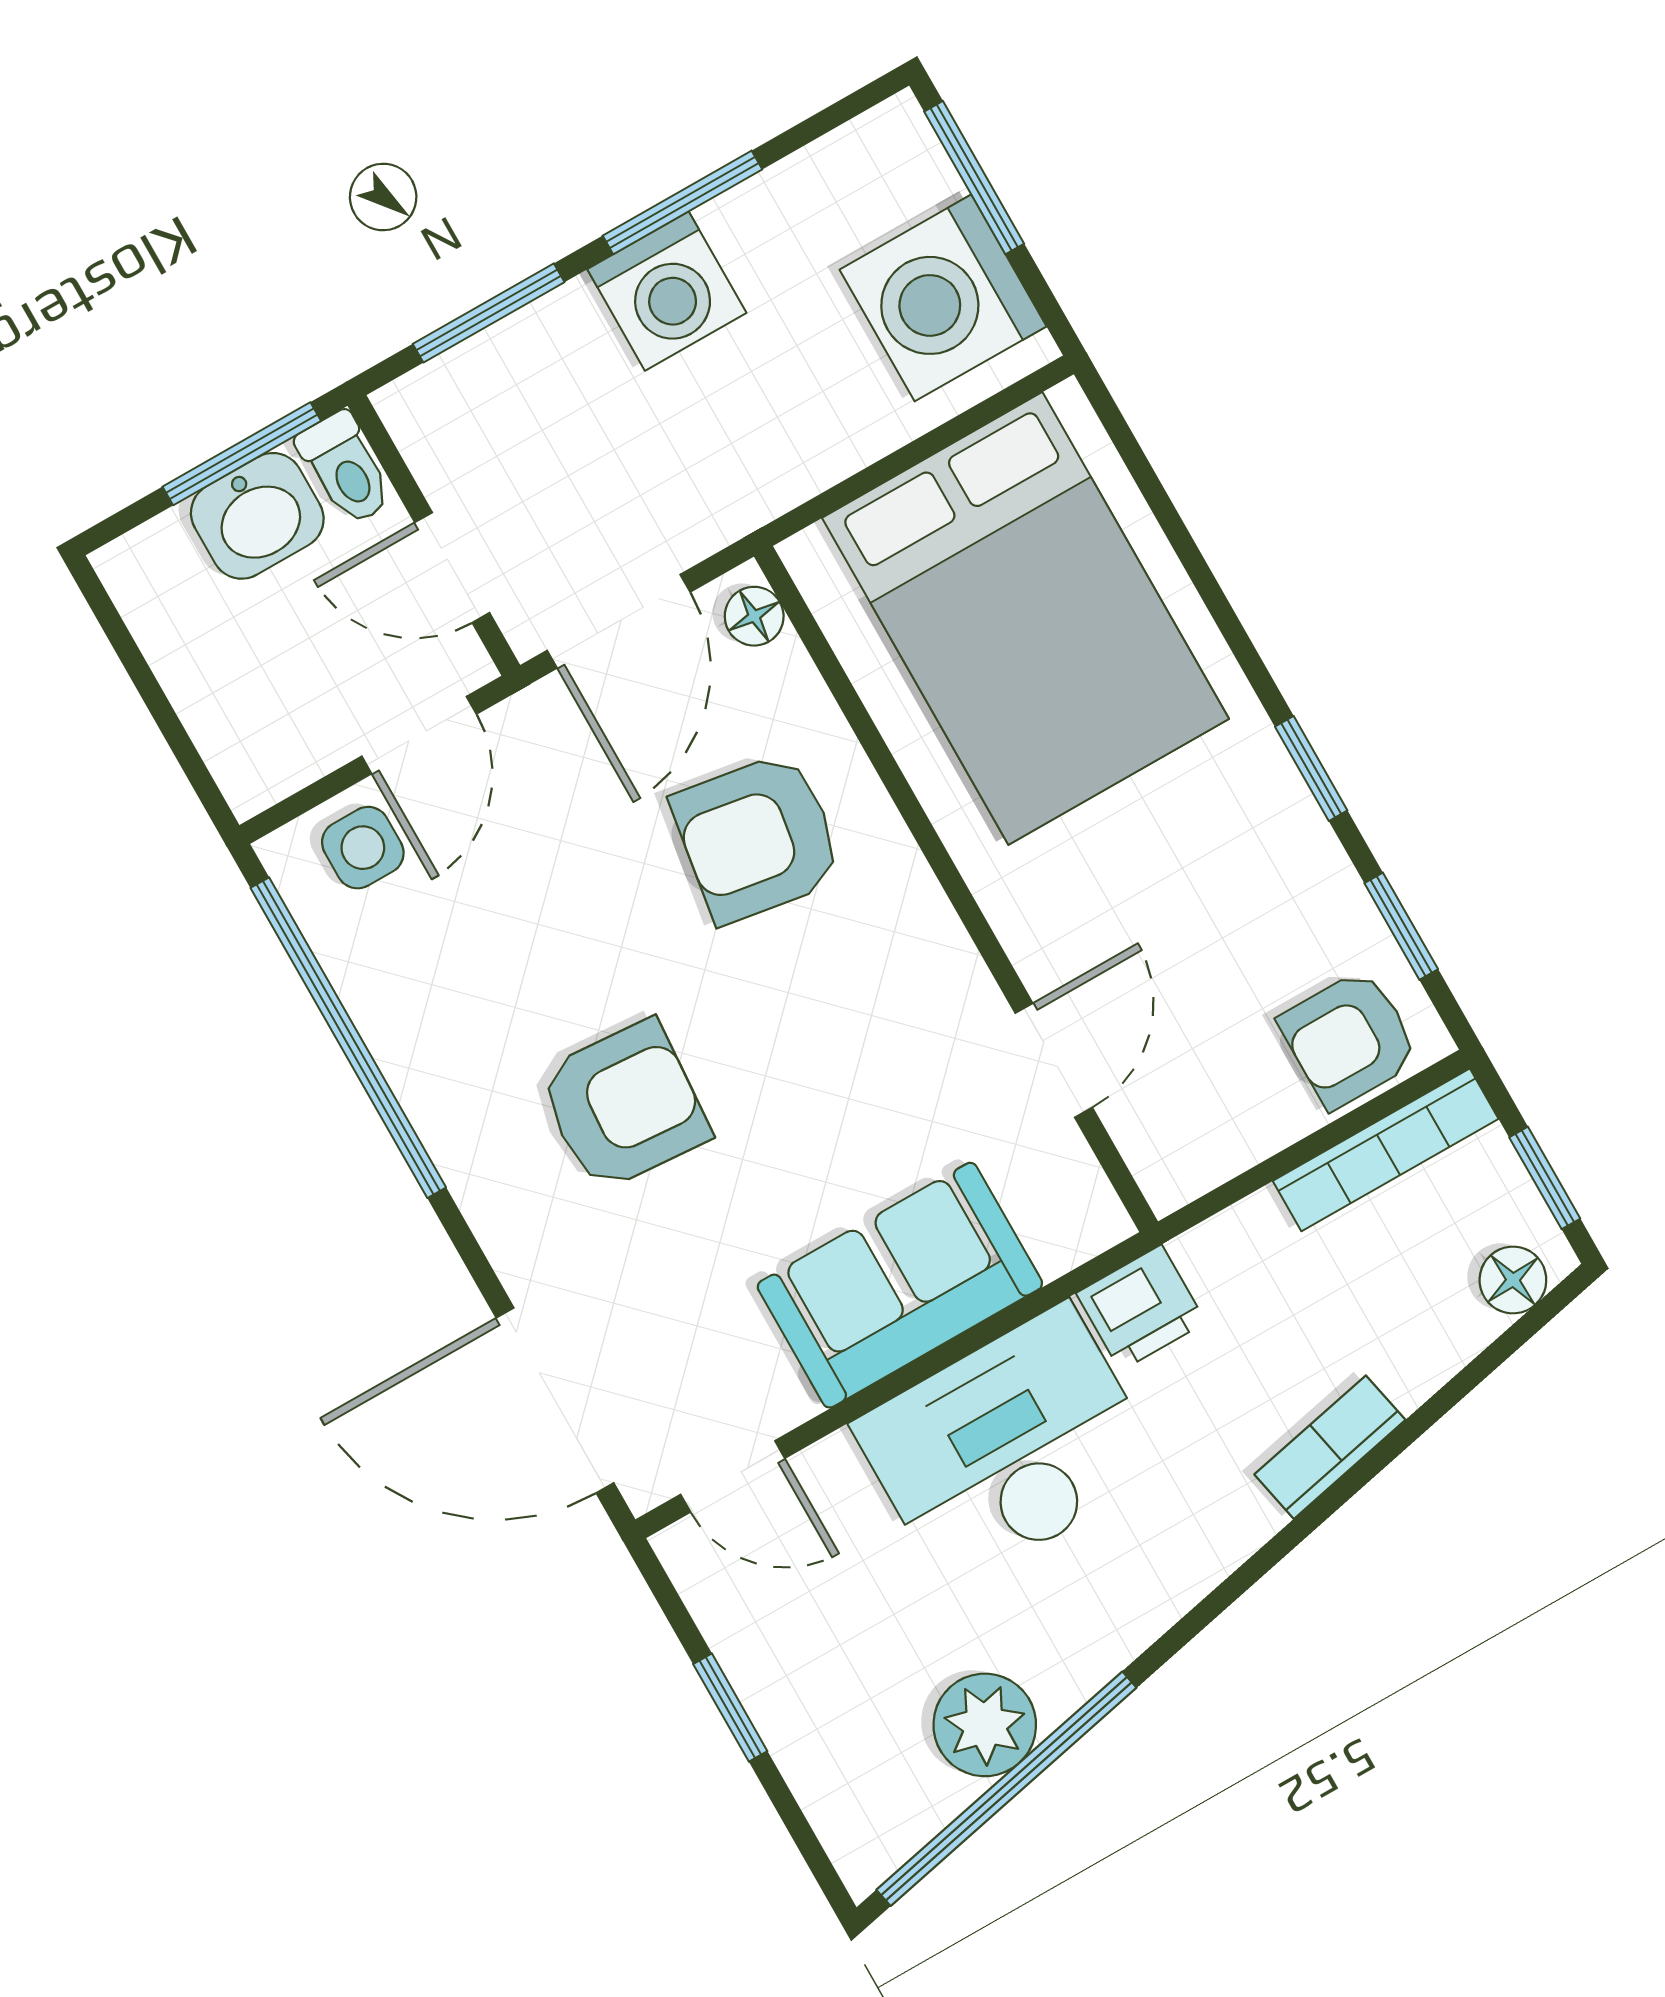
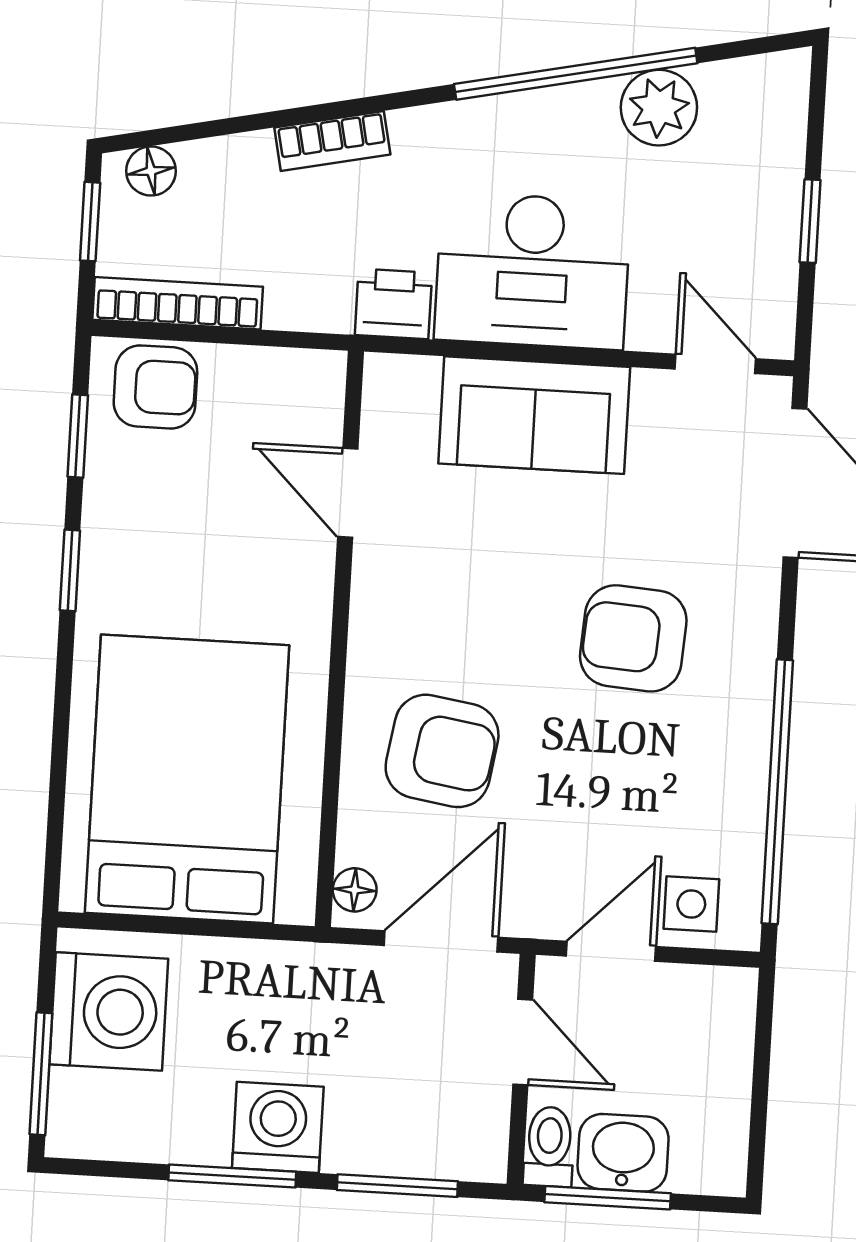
door: (1054, 1060) -> (348, 493), hinge flipped
window: (1006, 1789) -> (576, 74), moved

